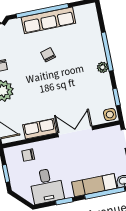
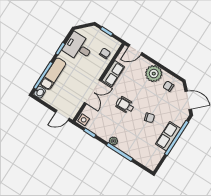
row of seats: (48, 20) -> (168, 136), width x0.68
wheelchair: (58, 89) -> (125, 105), added

